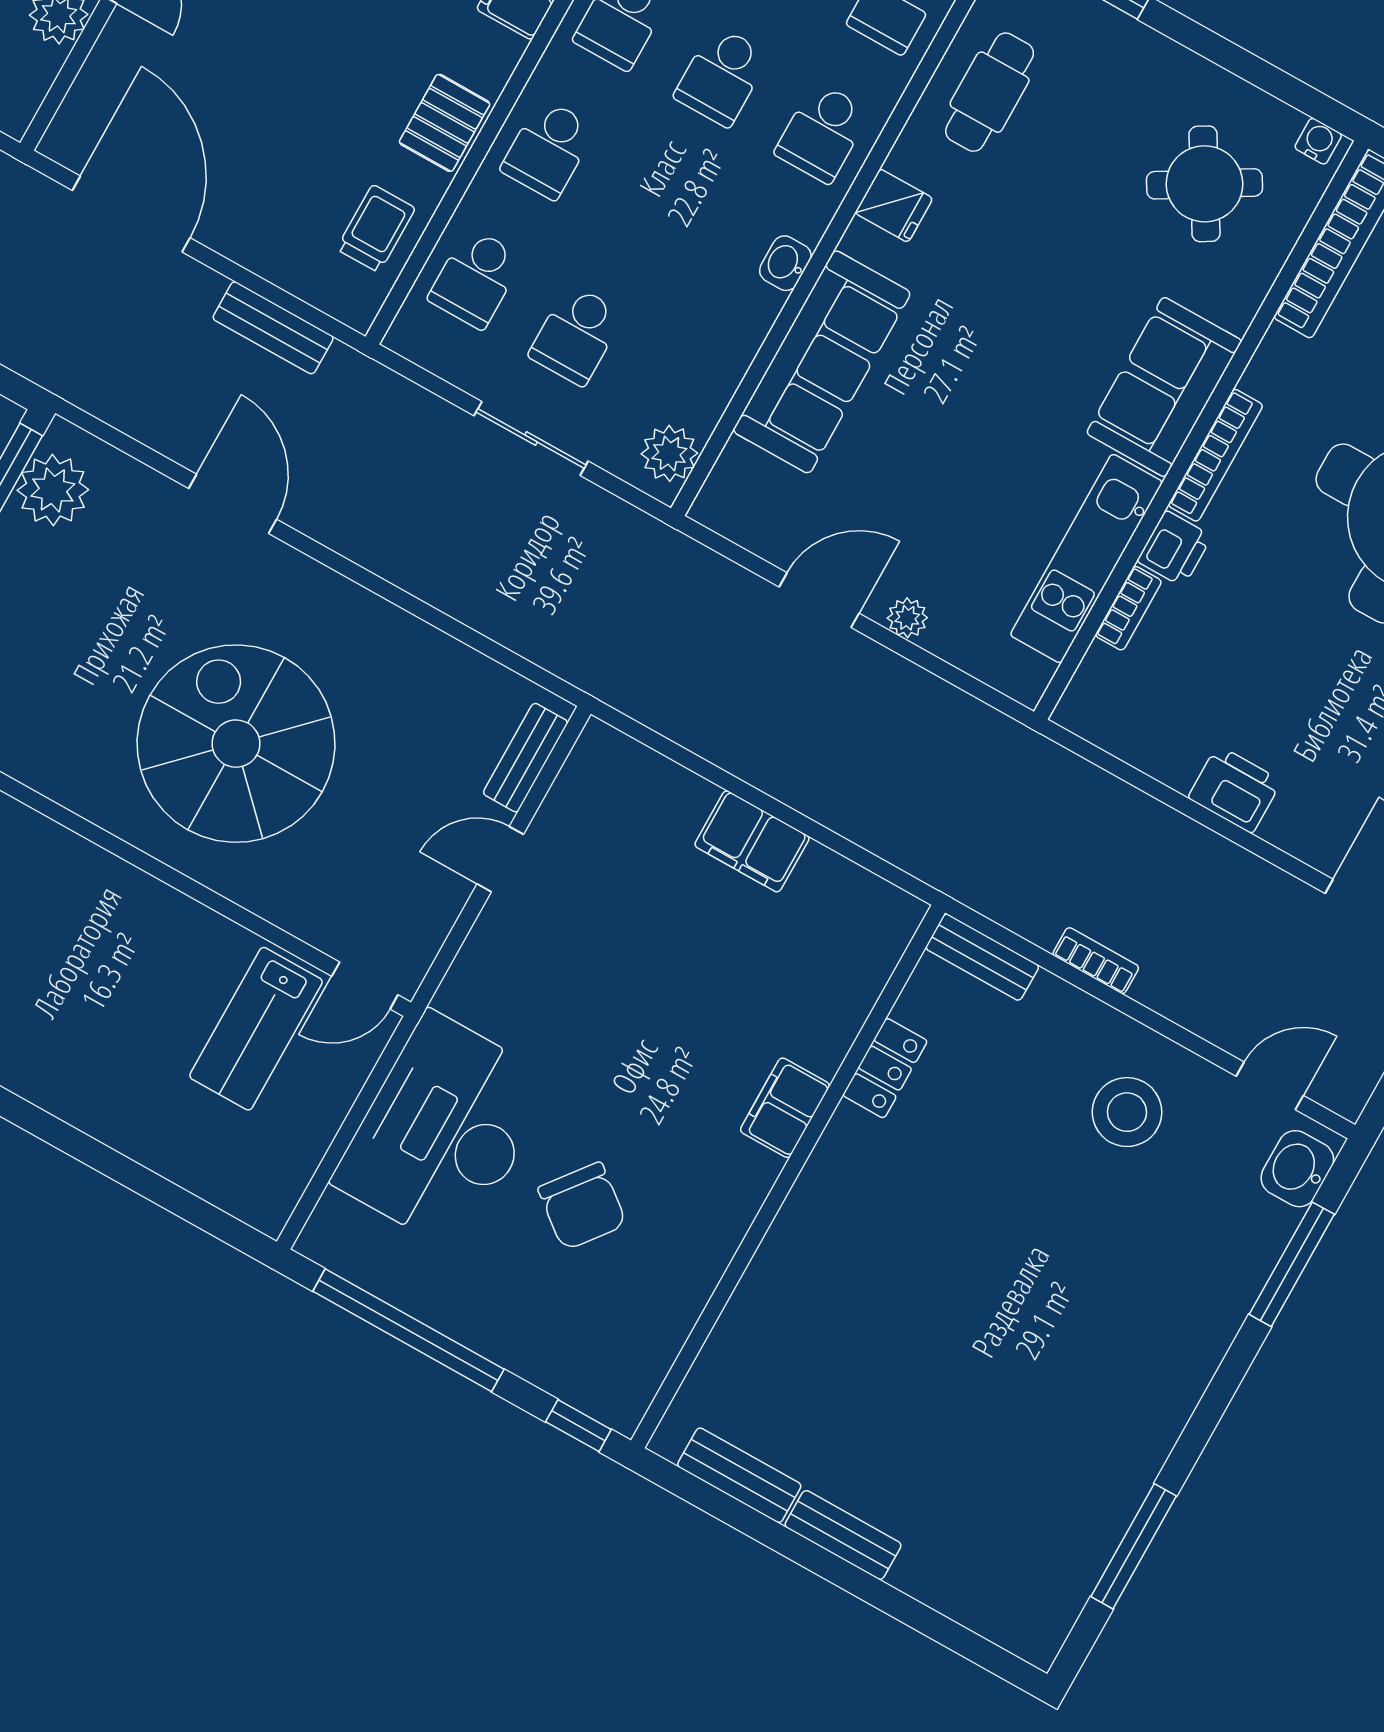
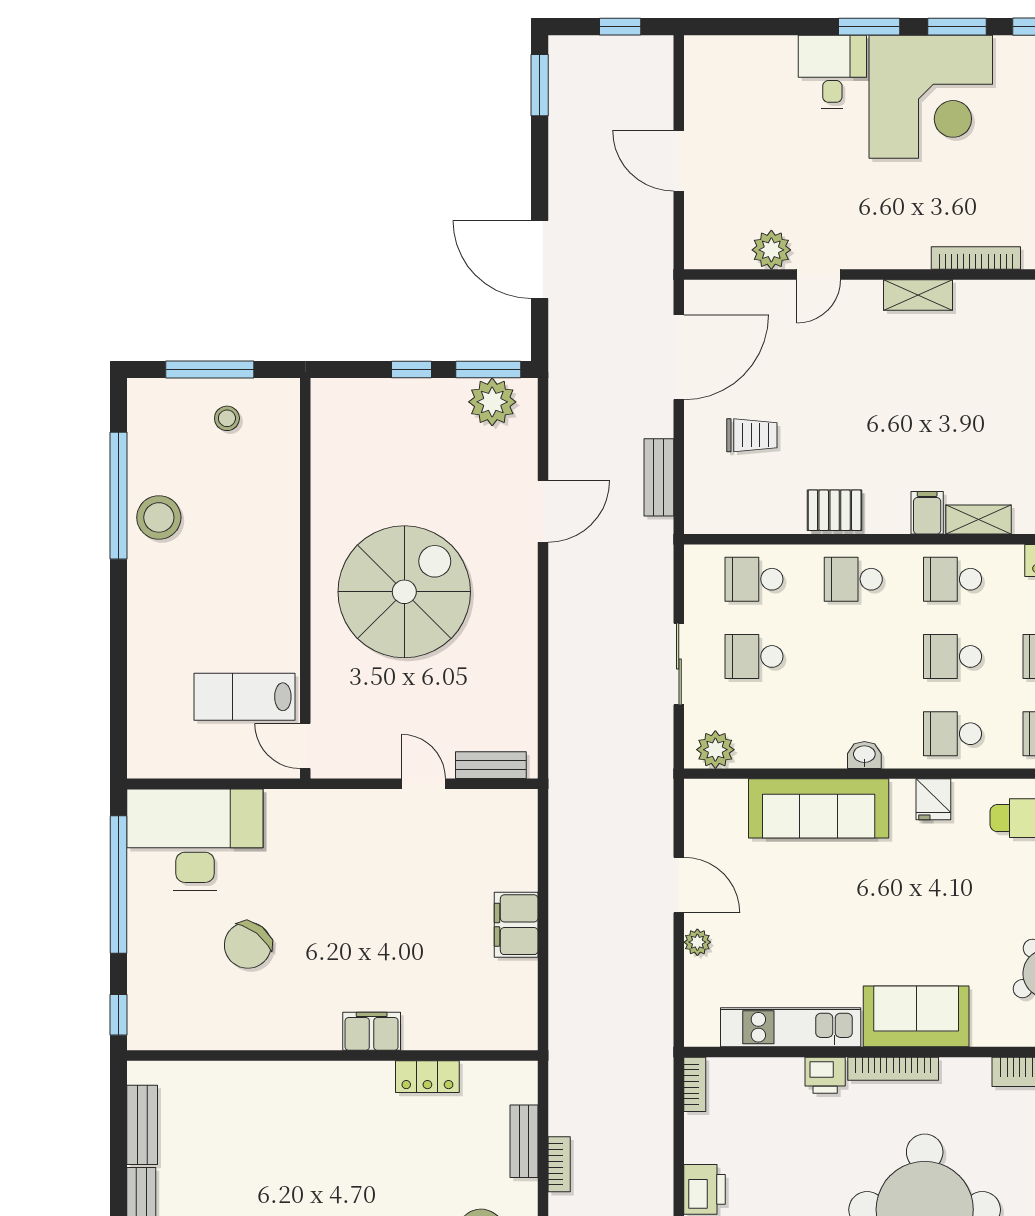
trolley: (376, 229) -> (752, 435), moved
bookcase: (1128, 608) -> (695, 1084), moved, turned -90
bench: (982, 957) -> (524, 1141), moved
desk: (444, 1131) -> (195, 840), moved

